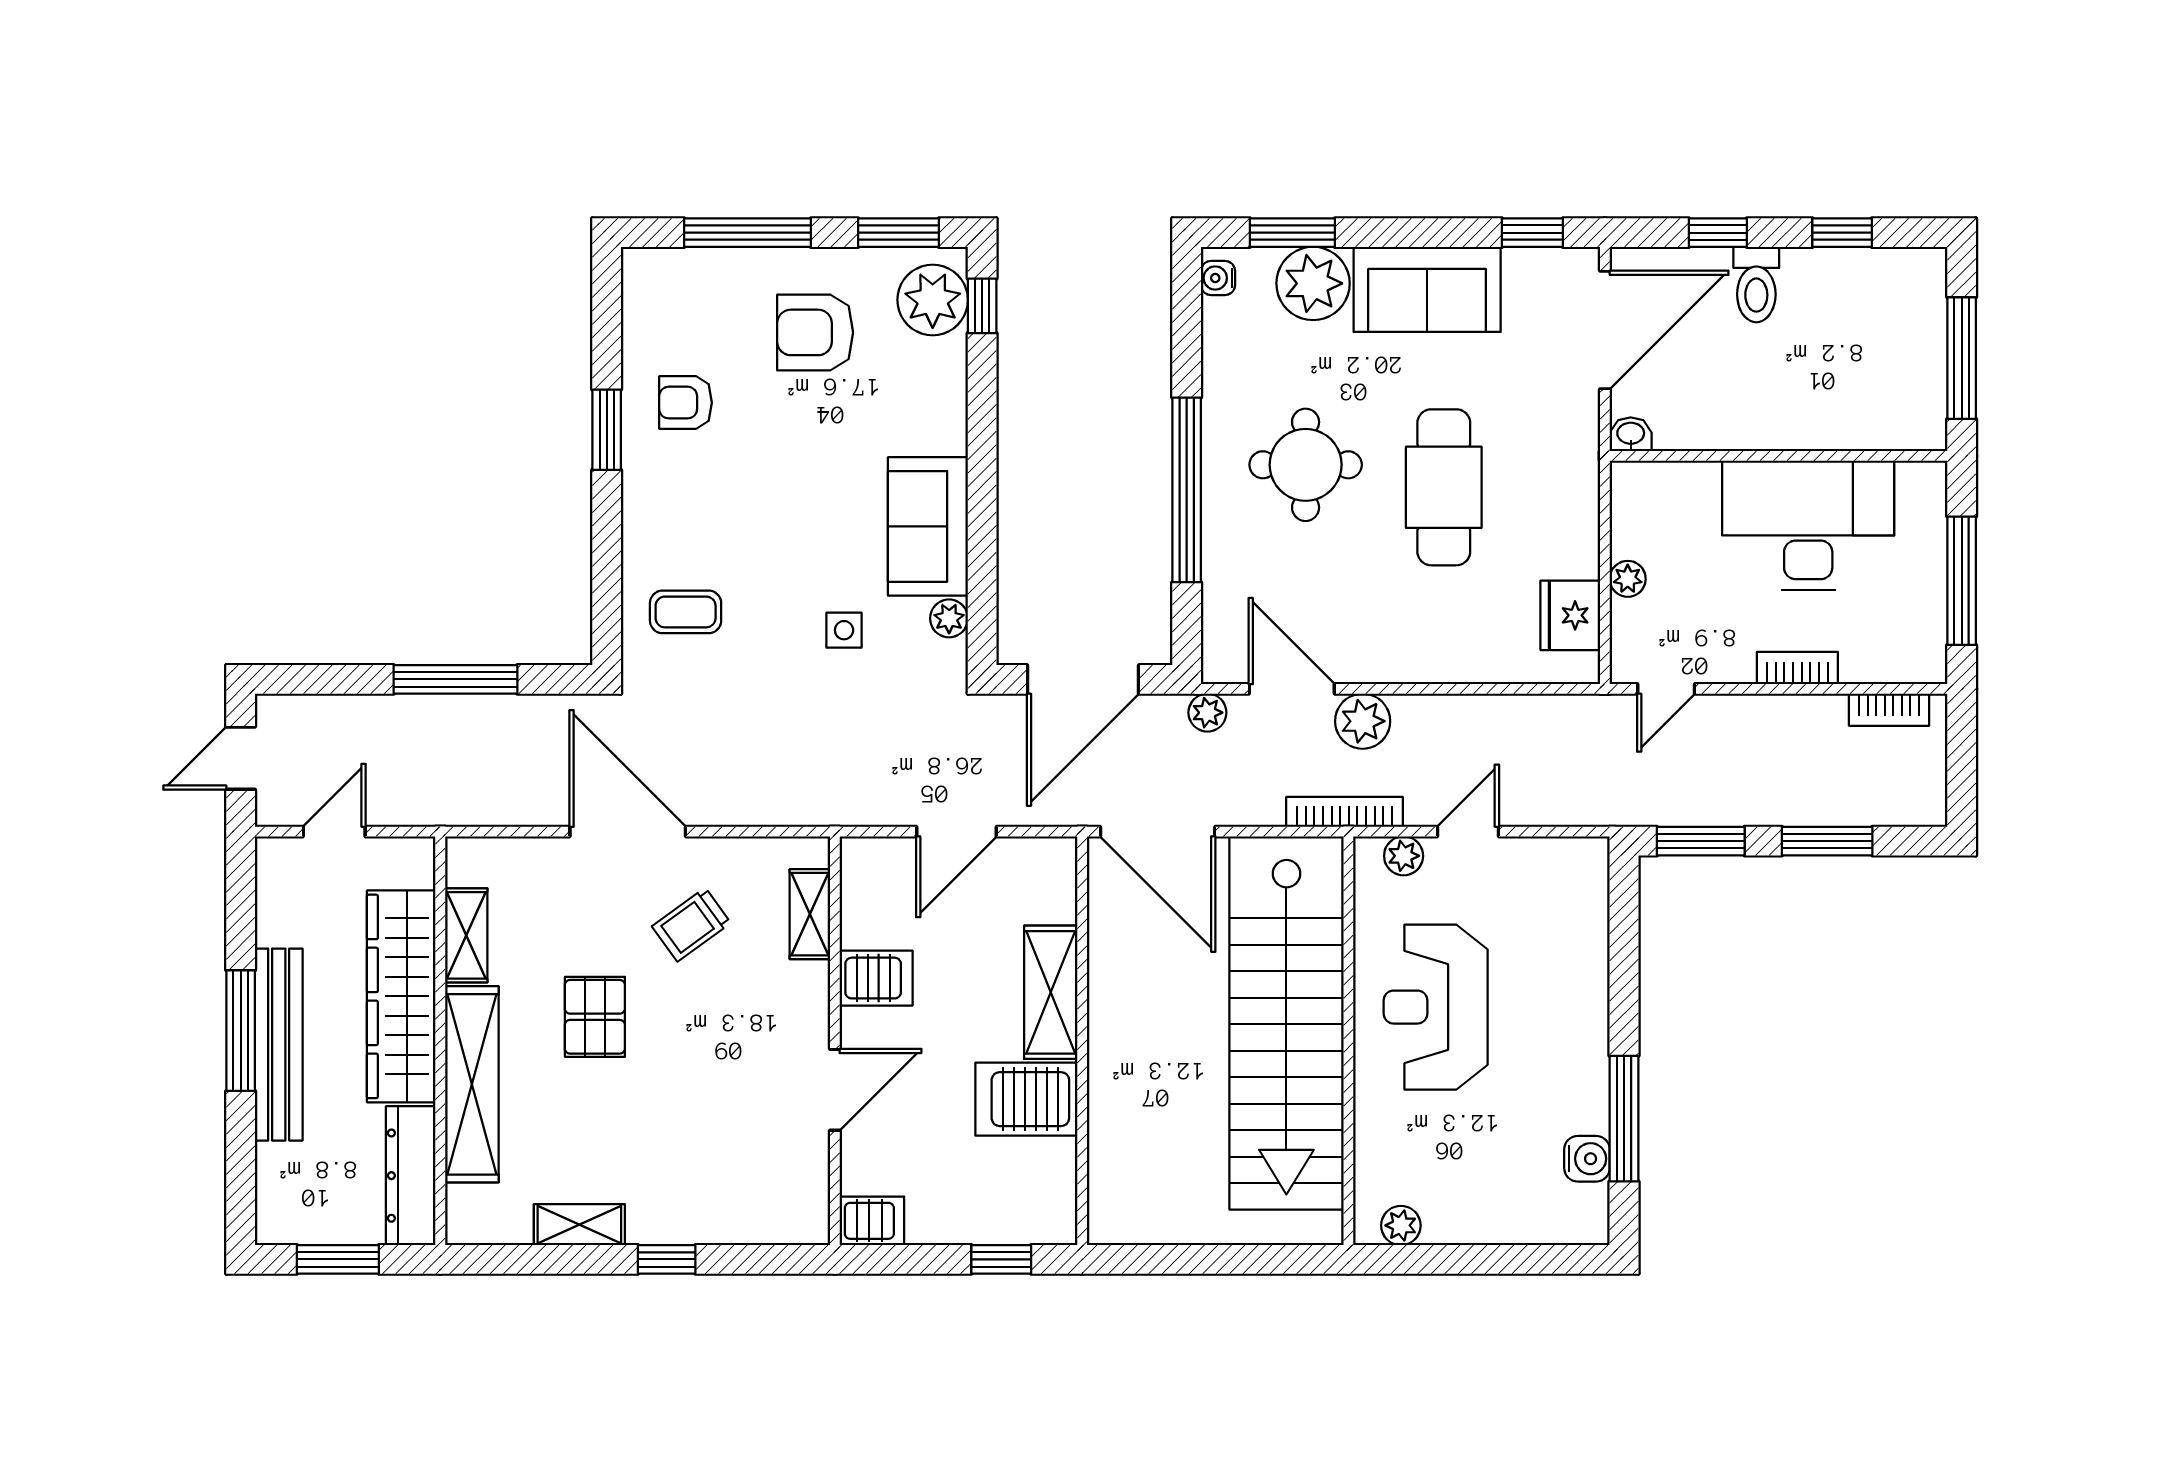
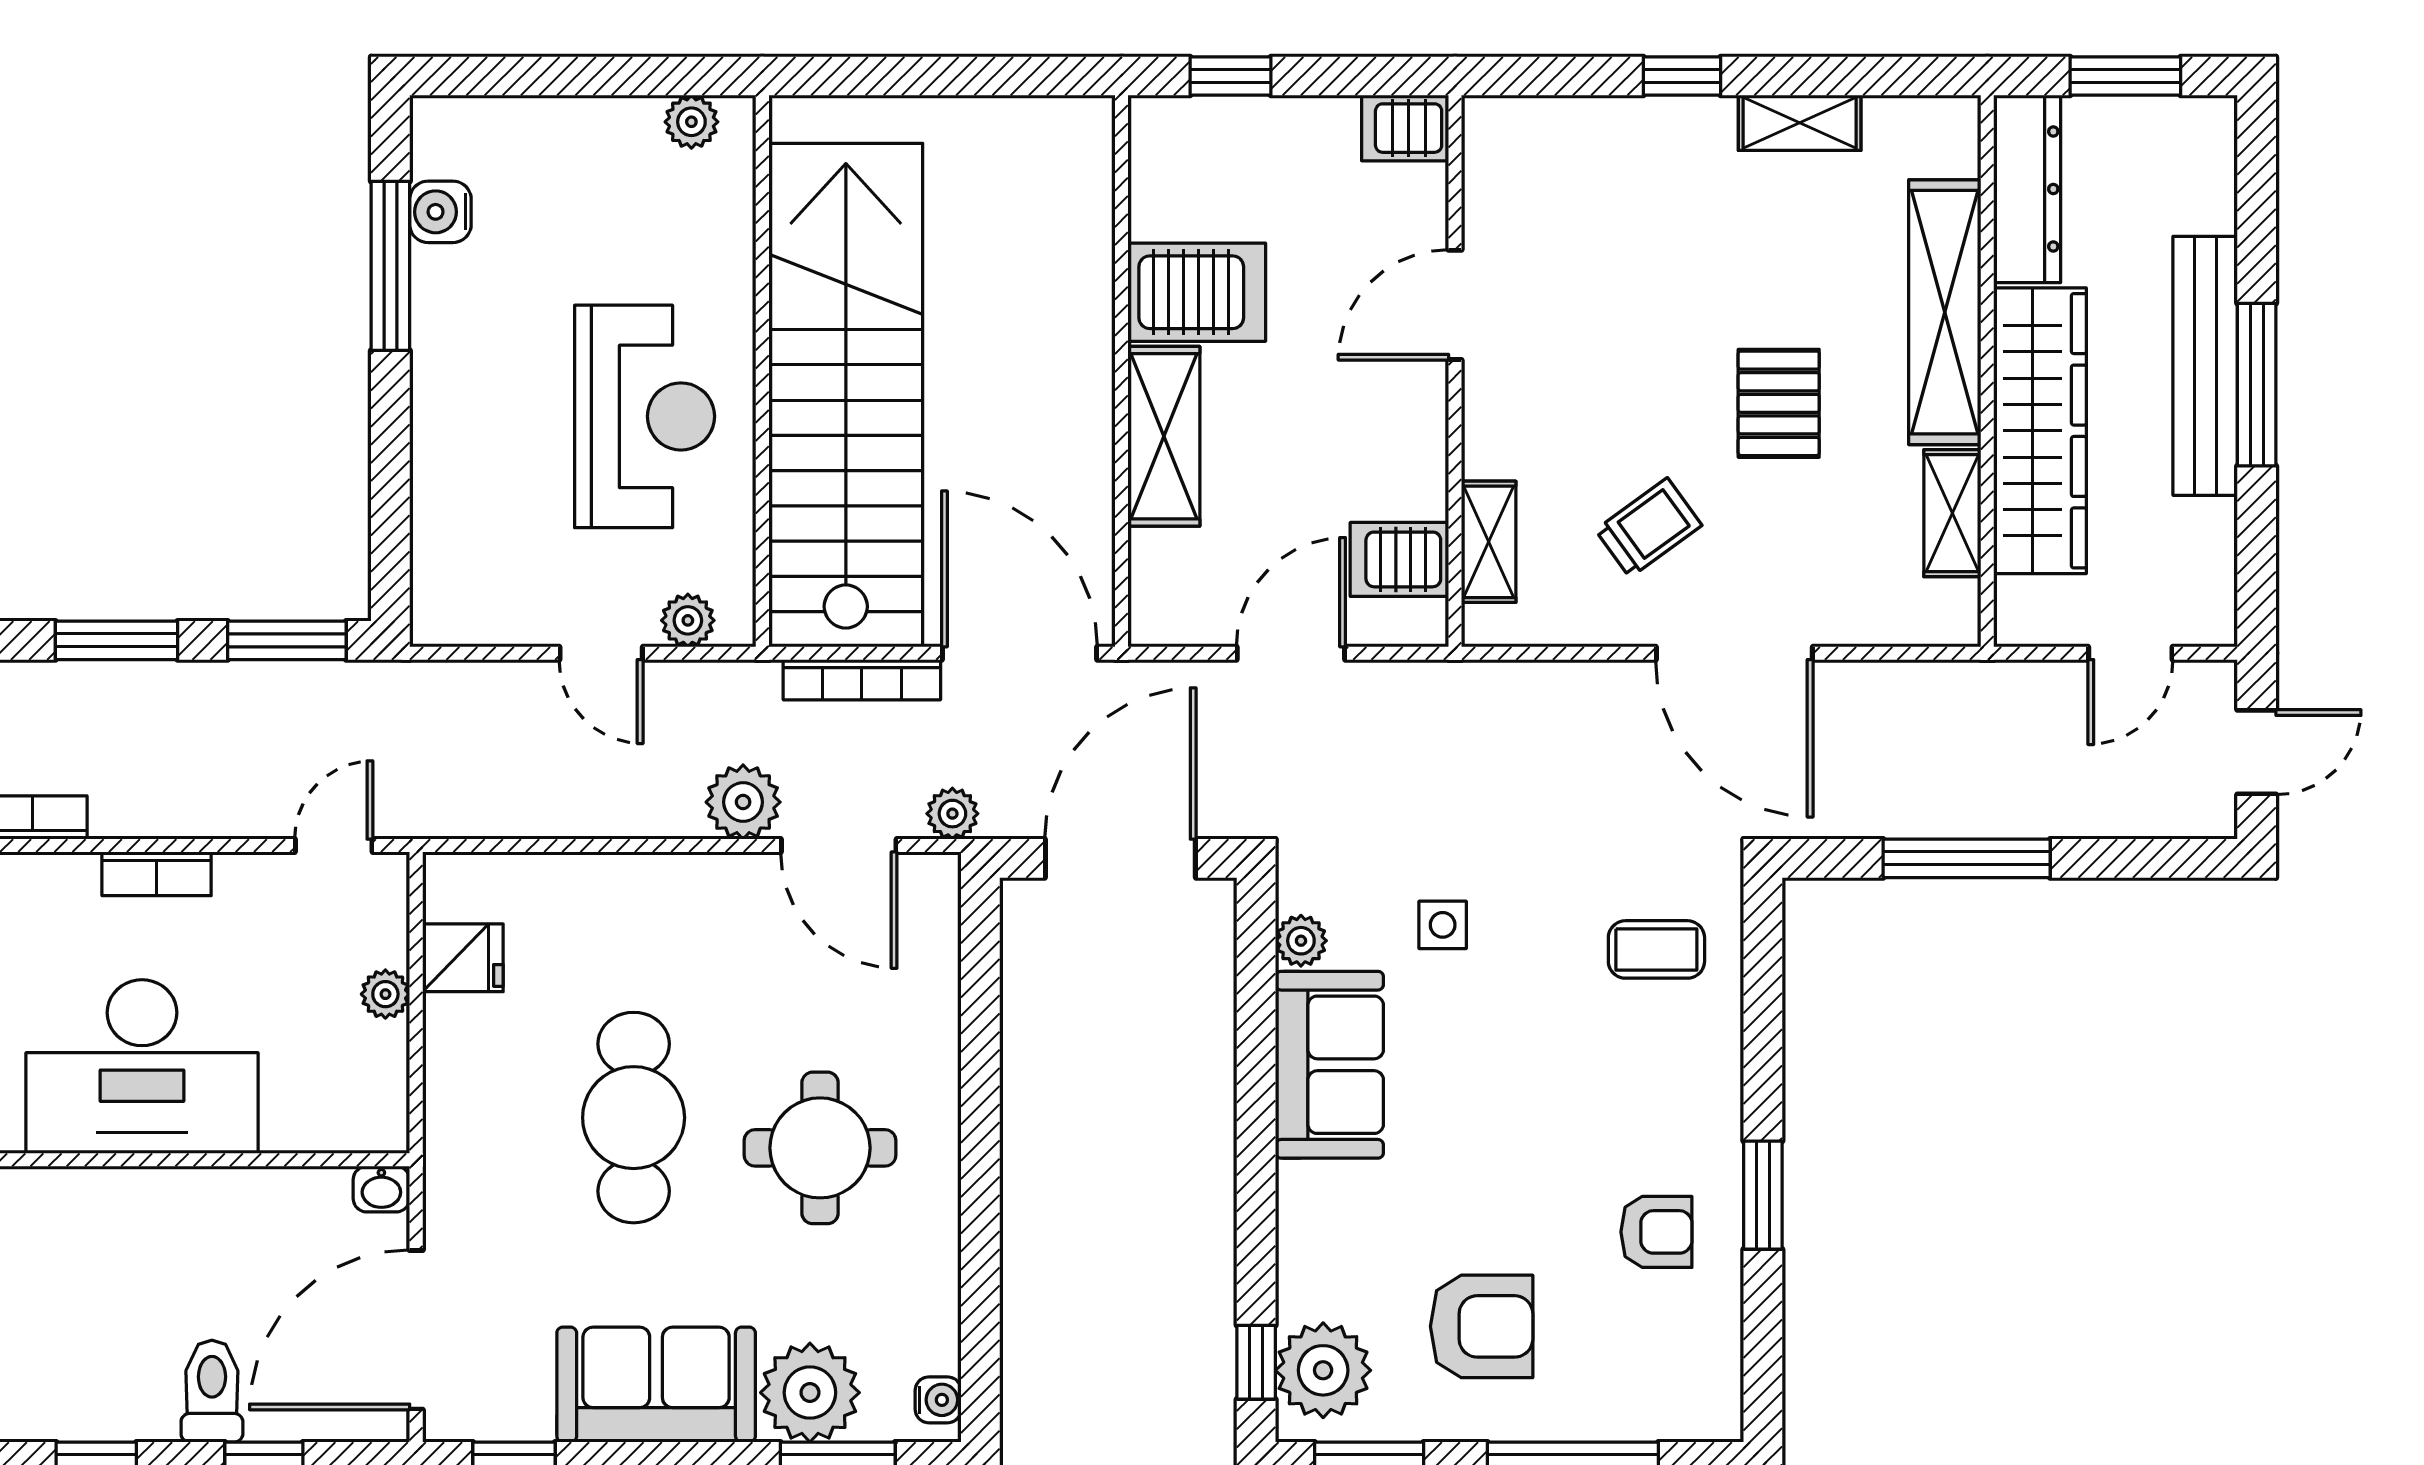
window: (1187, 490) -> (980, 1114), removed
fridge: (1570, 615) -> (463, 958), width x0.72
bookcase: (1345, 812) -> (862, 680), moved
door: (1468, 832) -> (601, 653), hinge flipped
server rack: (876, 978) -> (1399, 559), moved

